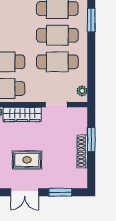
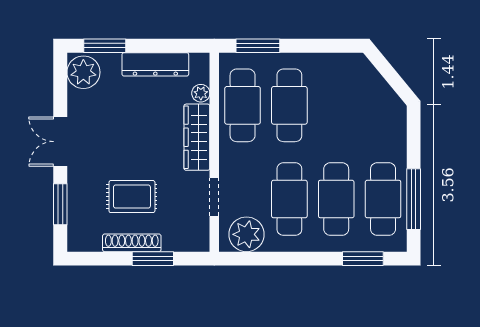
plant: (82, 91) -> (246, 234), width x1.88, depth x1.88
rug: (27, 160) -> (132, 197), moved, turned 90

